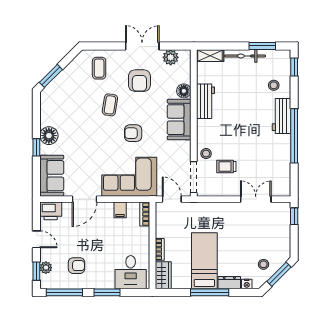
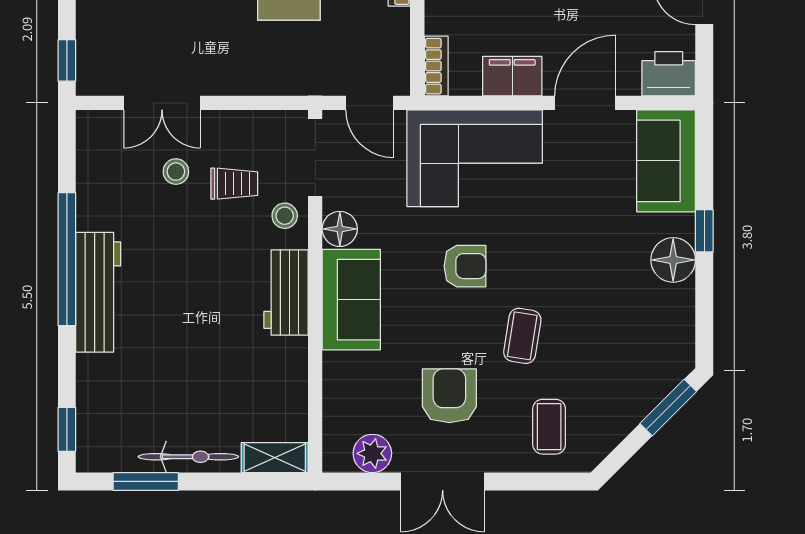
stool: (274, 85) -> (176, 172), moved
floor lamp: (184, 91) -> (340, 229), moved
workbench: (206, 101) -> (286, 292), moved
workbench: (281, 116) -> (98, 292), width x1.38
filing cabinet: (120, 210) -> (512, 76), width x2.00

